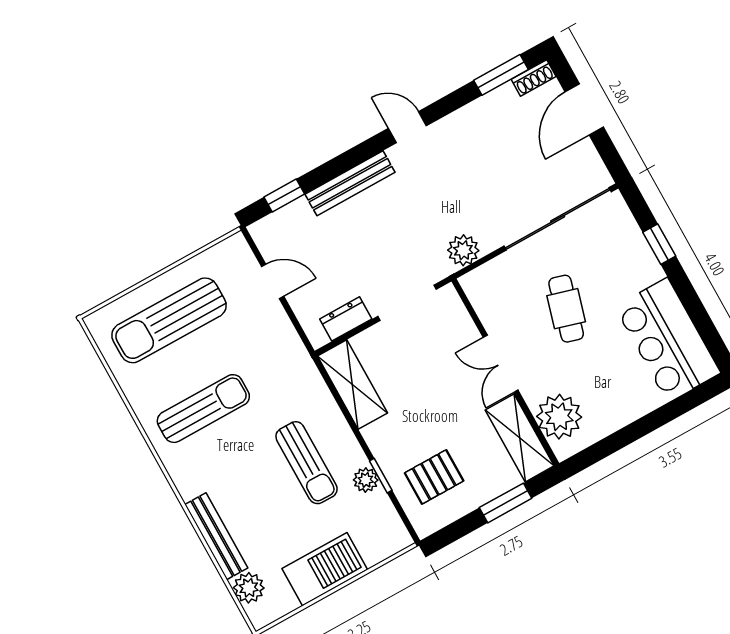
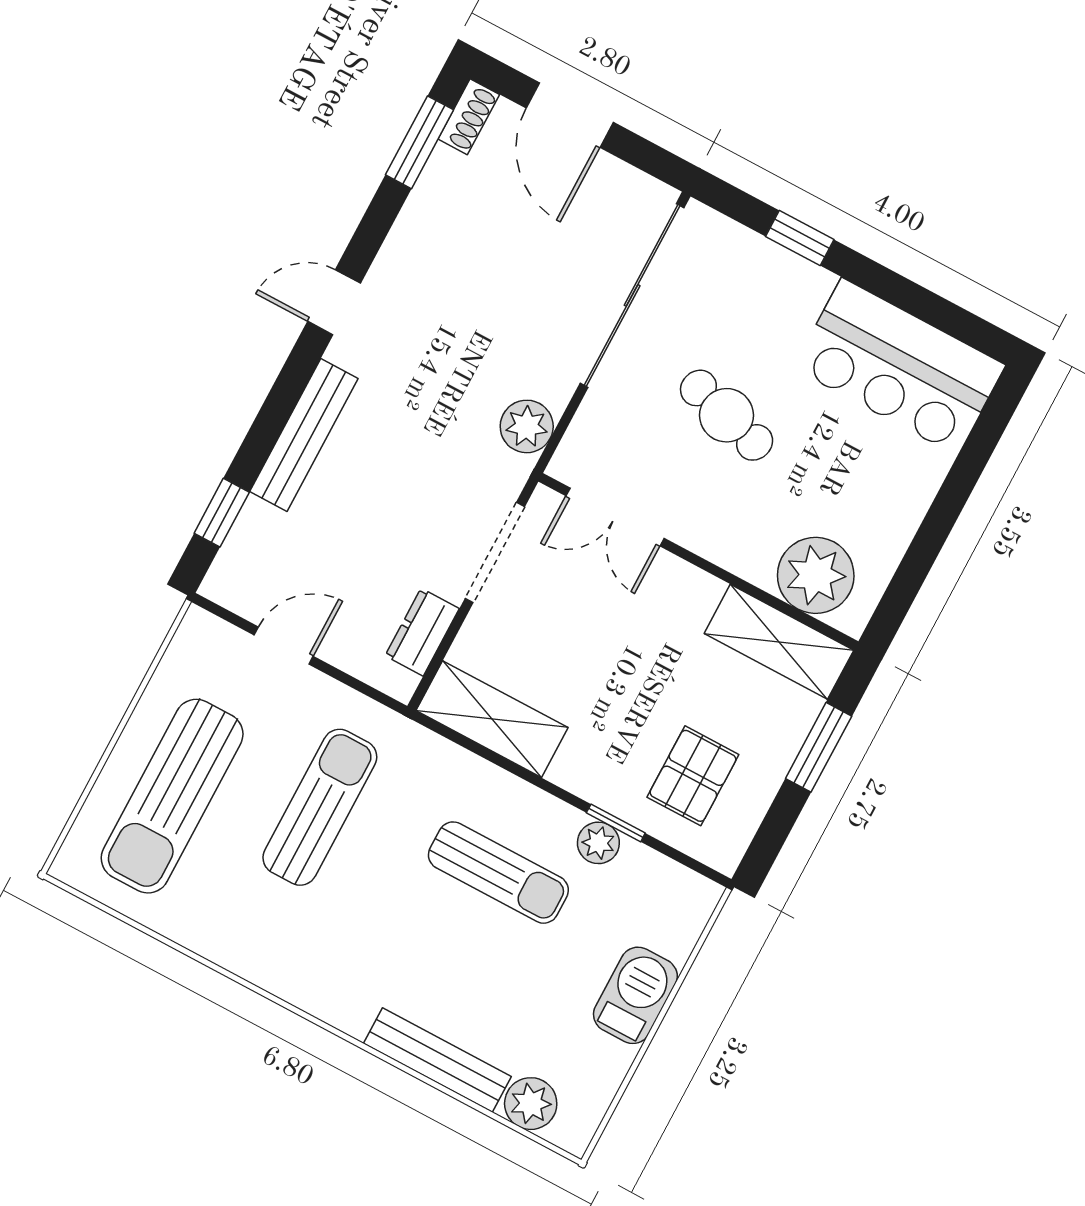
double door: (501, 364) -> (615, 517), moved
sun lounger: (203, 409) -> (320, 807), moved
barbecue: (325, 569) -> (635, 995), width x0.73, depth x0.83

